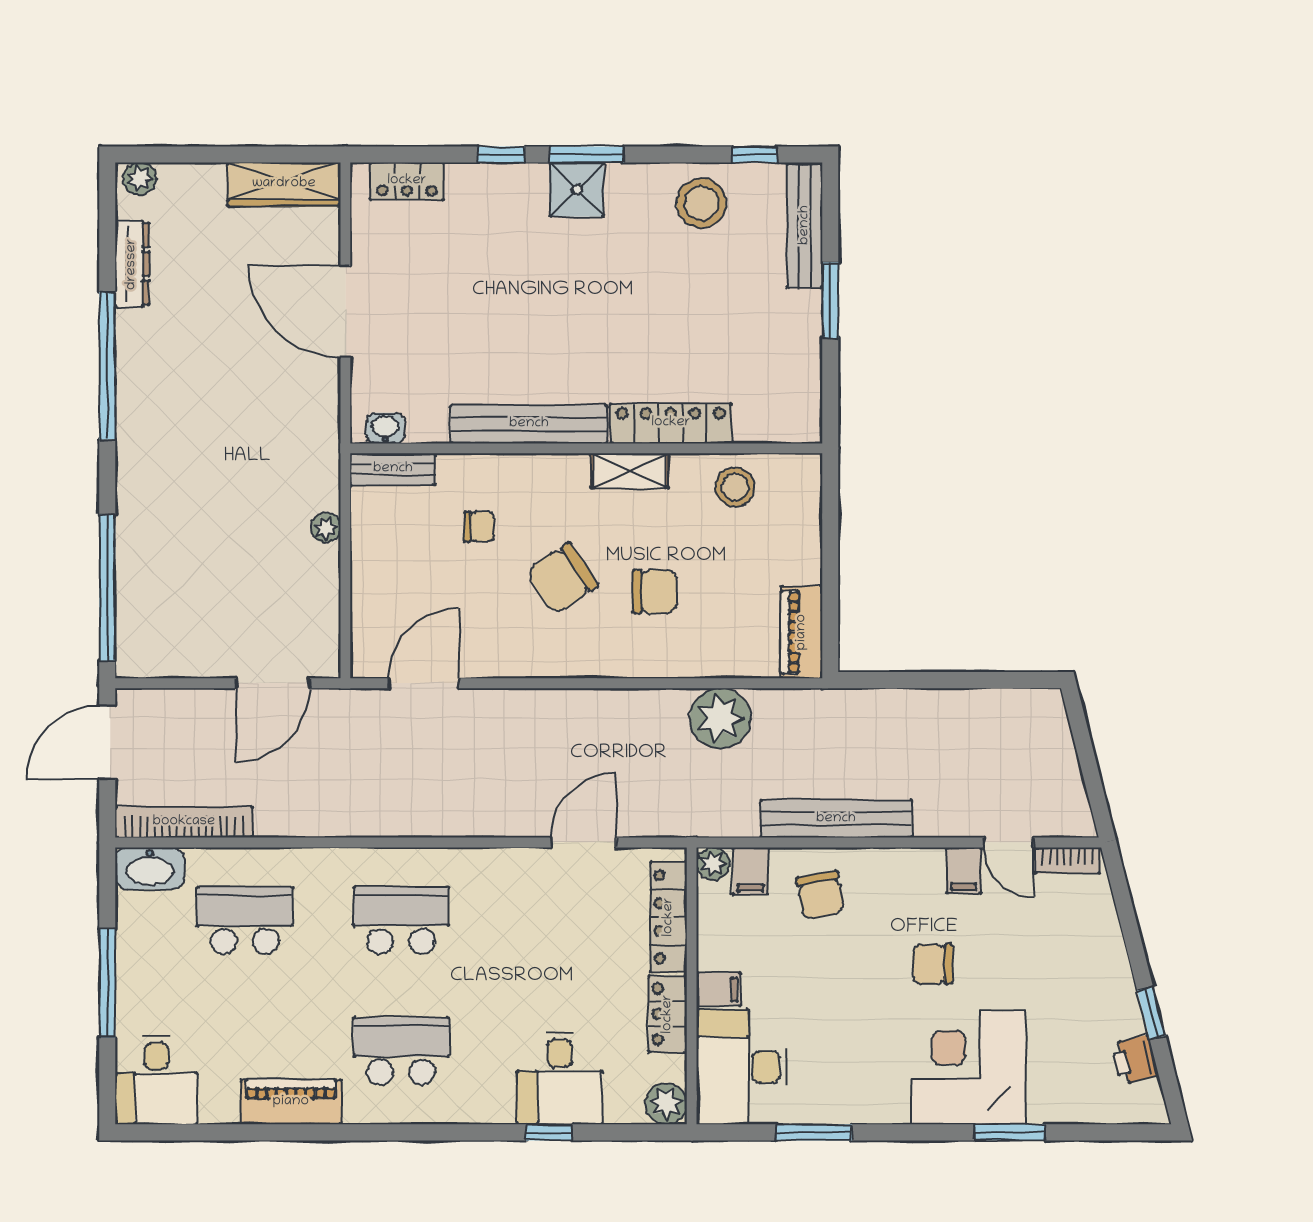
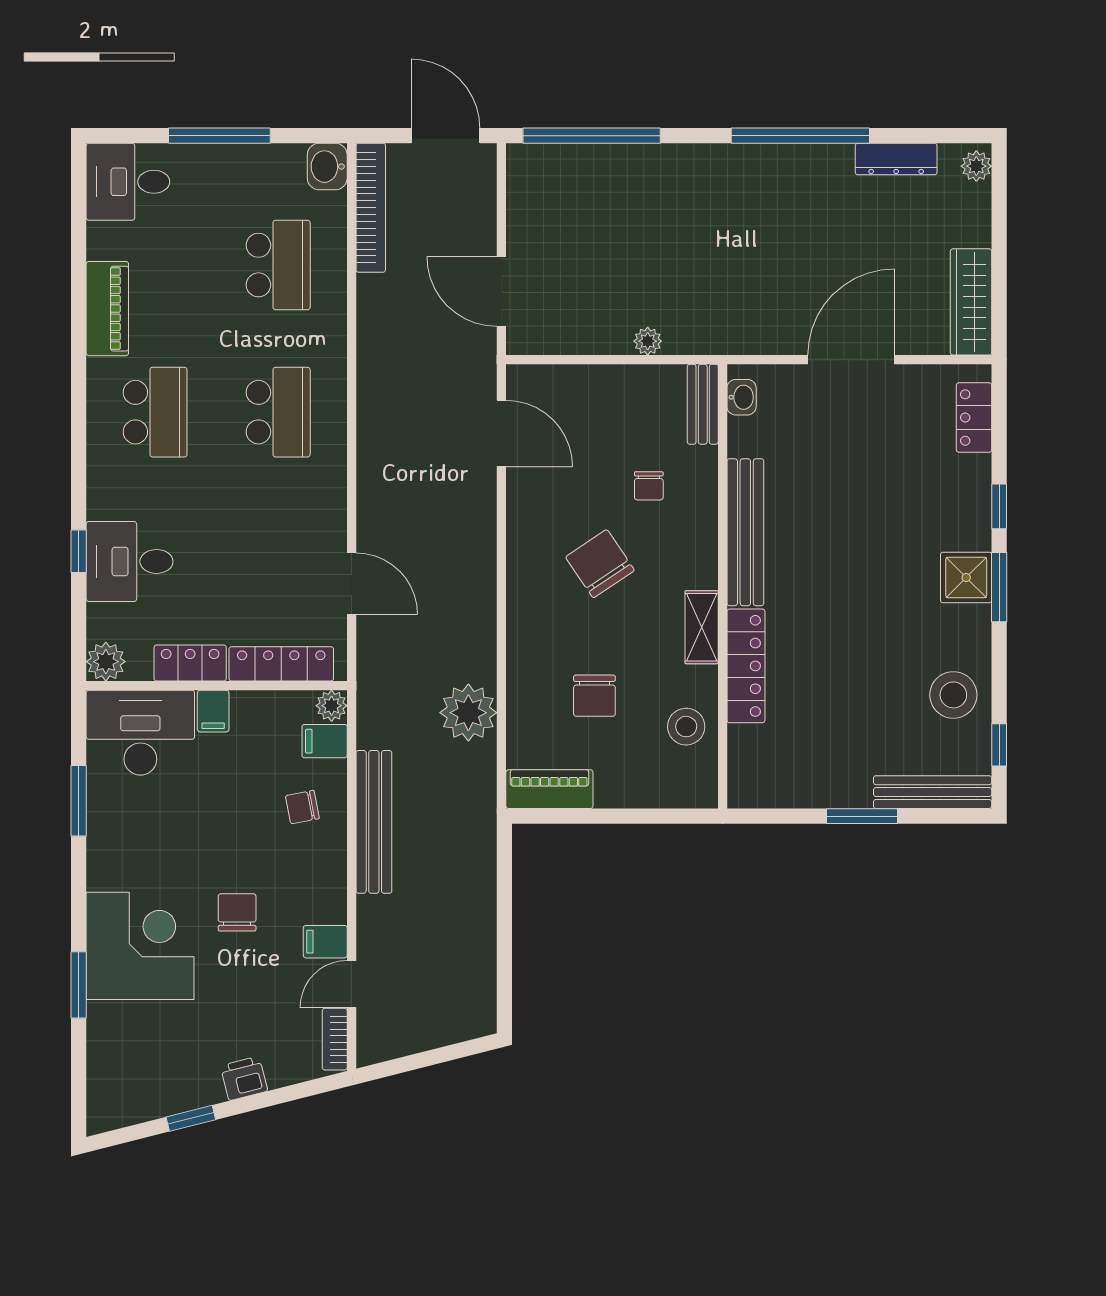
chair: (655, 592) -> (594, 696), moved
washbasin: (150, 868) -> (327, 167), width x0.72
chair: (821, 895) -> (302, 807), width x0.73, depth x0.73
printer: (1135, 1060) -> (244, 1078), moved

